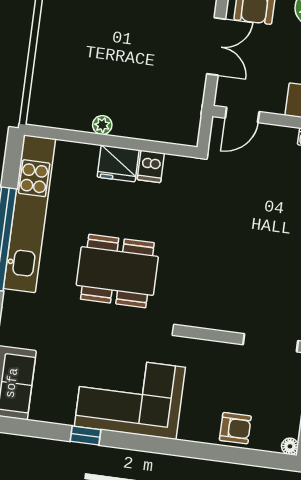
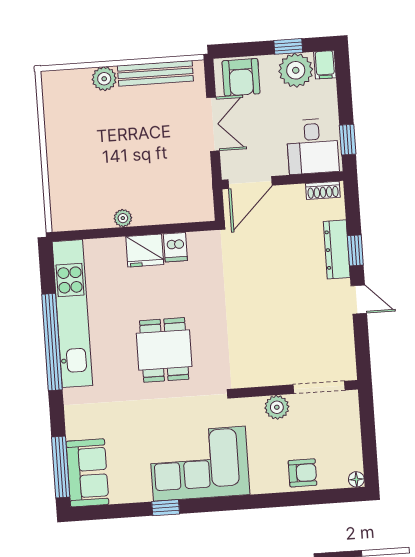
door: (242, 115) -> (250, 182), width x1.38
dining table: (117, 271) -> (164, 350), width x0.73
plant: (222, 354) -> (277, 407), added

